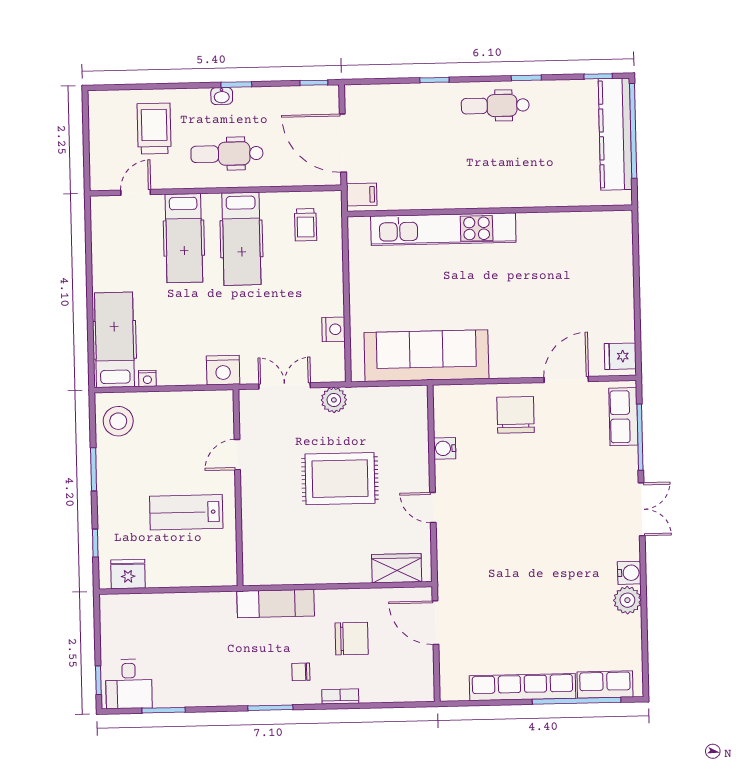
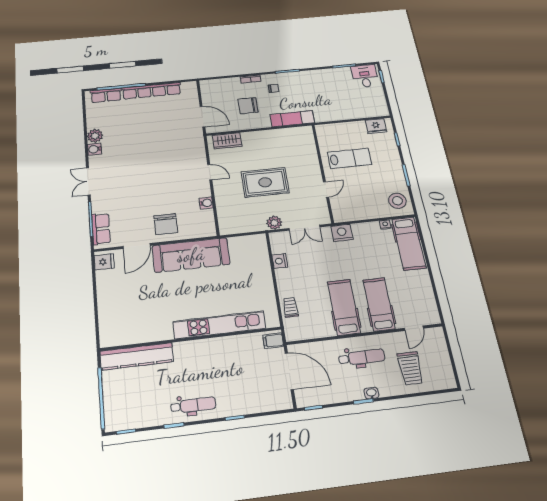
kitchen counter: (615, 134) -> (137, 356), moved, turned 90
trolley: (306, 225) -> (290, 307), moved
sofa: (426, 356) -> (191, 255), moved

